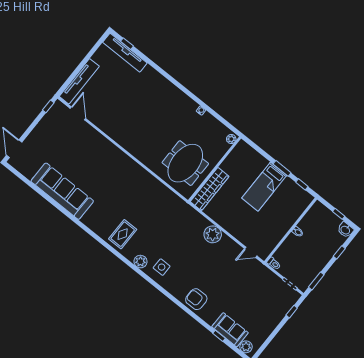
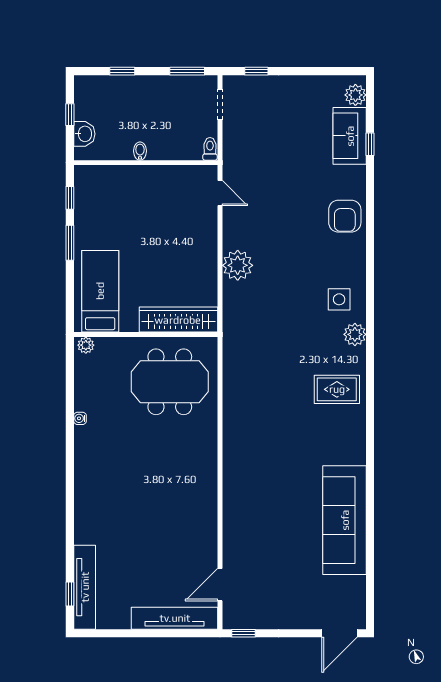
bed: (264, 187) -> (100, 291), moved, turned -90
washbasin: (345, 230) -> (84, 134), moved

